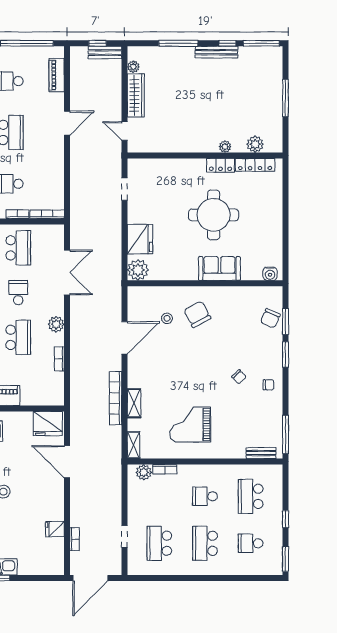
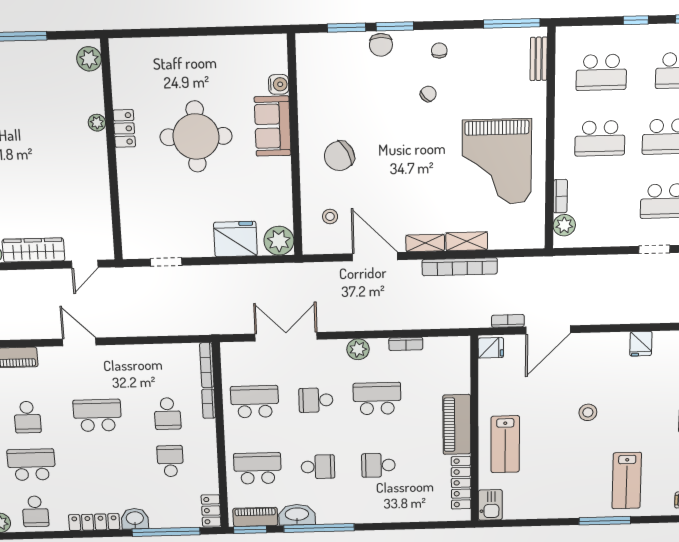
plant: (255, 144) -> (89, 59), moved
locker: (255, 165) -> (120, 78), removed
water cooler: (270, 274) -> (279, 84), moved
stool: (167, 318) -> (330, 216), moved
chair: (270, 318) -> (381, 45), moved, turned 66
fridge: (48, 424) -> (491, 348), width x0.53, depth x0.75
grand piano: (190, 424) -> (497, 162), width x1.37, depth x1.48
shelving: (133, 445) -> (425, 243), moved
school desk: (205, 496) -> (600, 138), width x1.85
bookcase: (75, 539) -> (508, 321), moved

